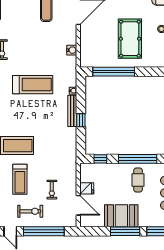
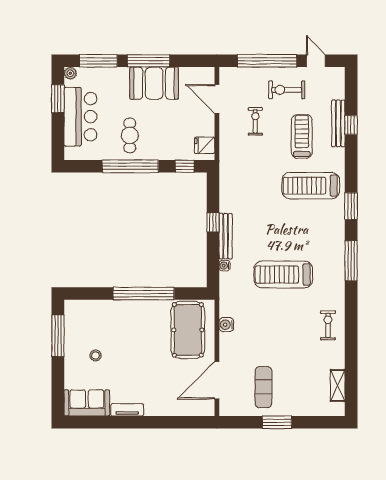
pool table: (130, 39) -> (188, 330), moved
window: (114, 72) -> (144, 294), moved
fridge: (87, 188) -> (205, 145), moved

